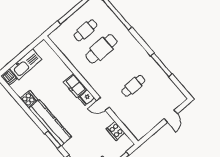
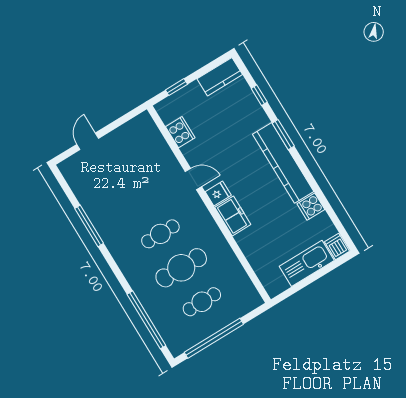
cafe table: (133, 86) -> (160, 234), moved

